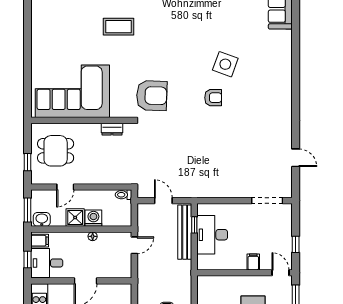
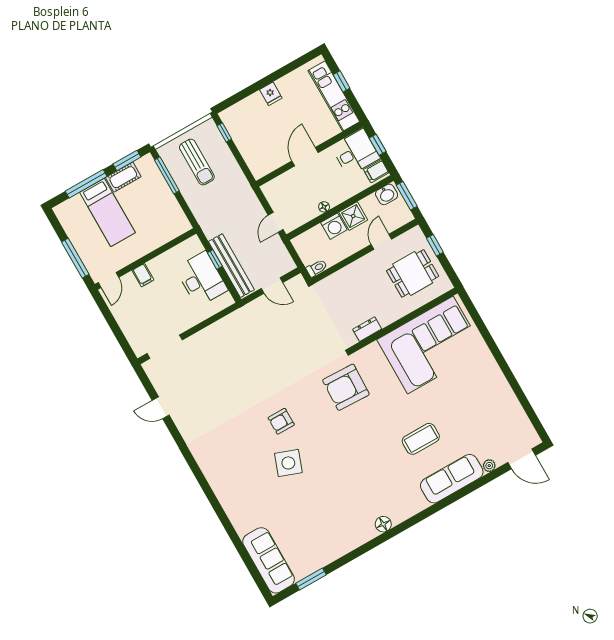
window: (194, 225) -> (215, 259), moved
window: (296, 244) -> (110, 318), removed
door: (280, 273) -> (108, 280), hinge flipped

